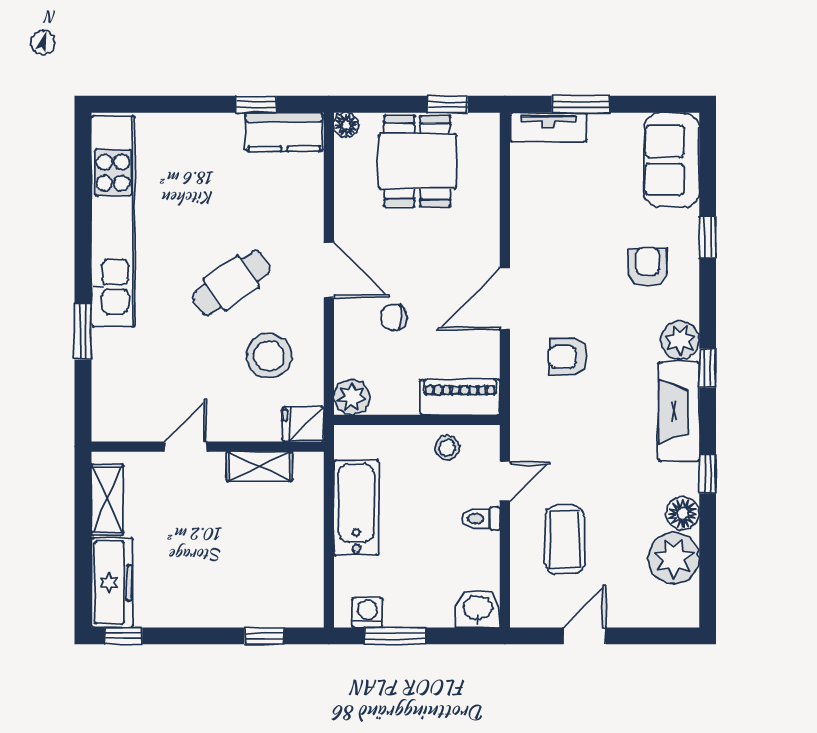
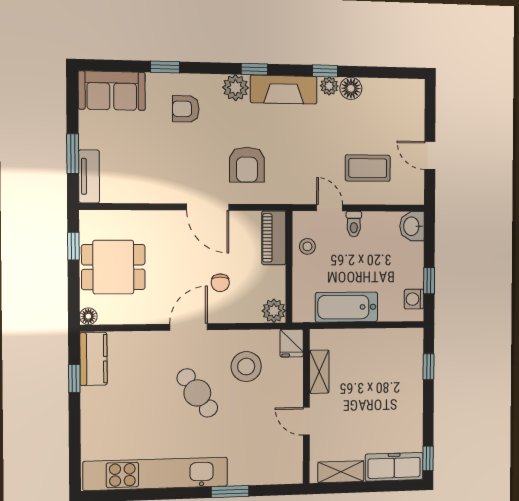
armchair: (568, 357) -> (247, 165), width x1.38, depth x1.38
plant: (674, 558) -> (329, 86), moved, width x0.53, depth x0.53
window: (395, 636) -> (429, 281), width x0.67

